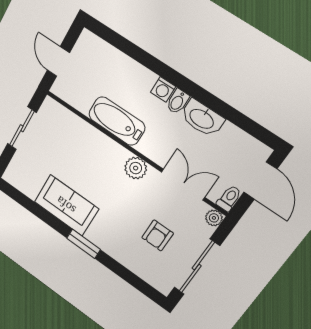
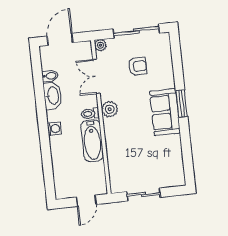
bidet: (178, 101) -> (50, 76), moved
toilet: (229, 198) -> (90, 114), moved
sofa: (66, 205) -> (165, 112), moved

